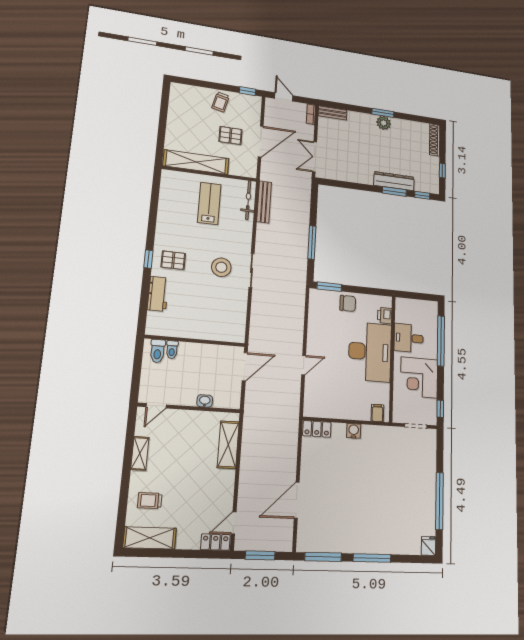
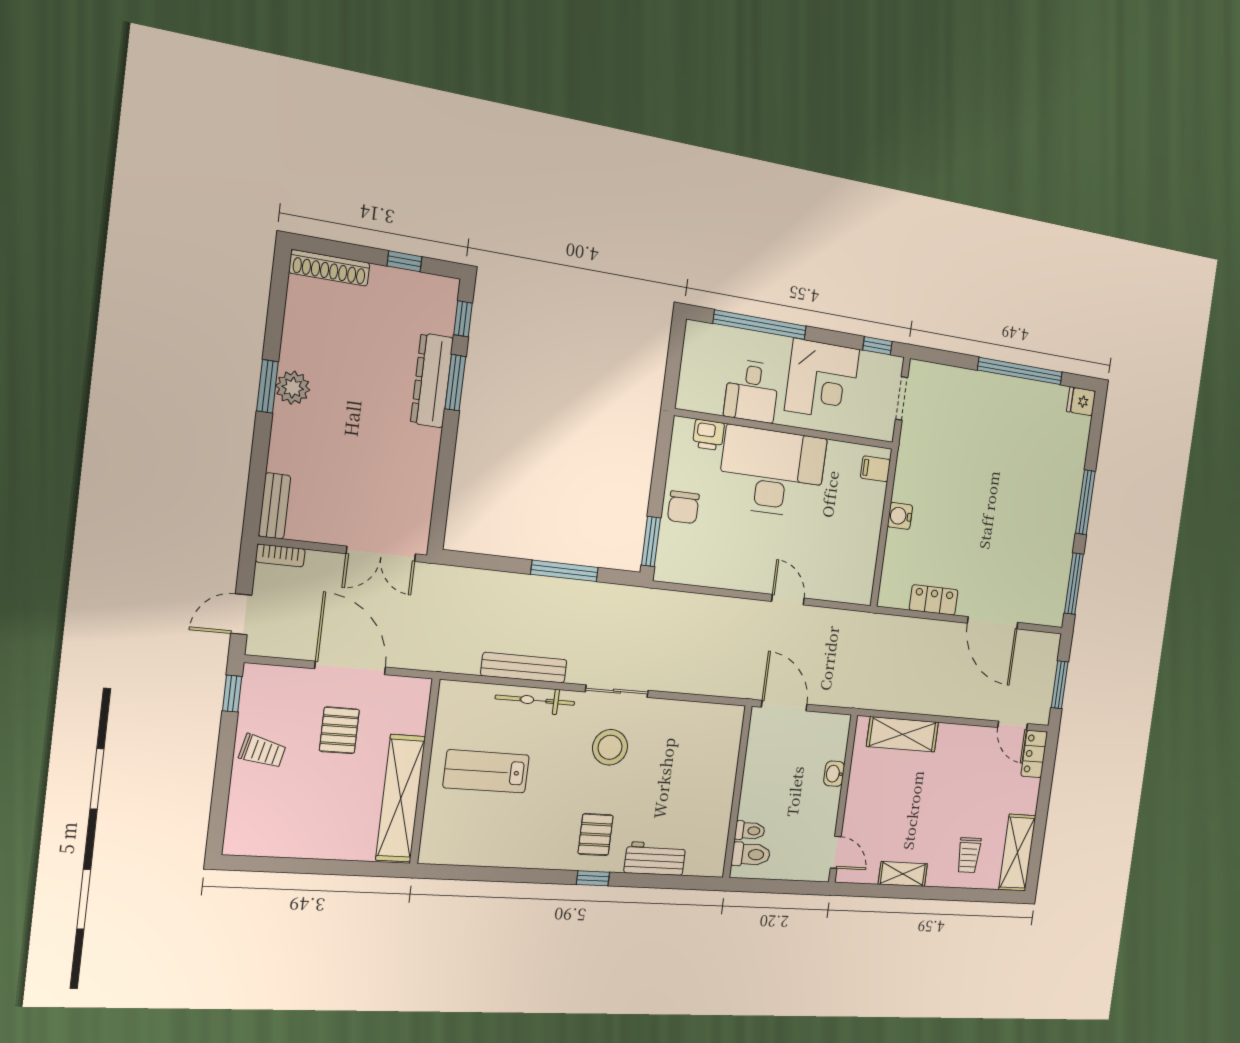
bicycle: (248, 200) -> (535, 700), moved
bench: (264, 202) -> (524, 668), moved
chair: (348, 303) -> (683, 507), turned 180
locker: (317, 429) -> (934, 600), moved, turned -90

